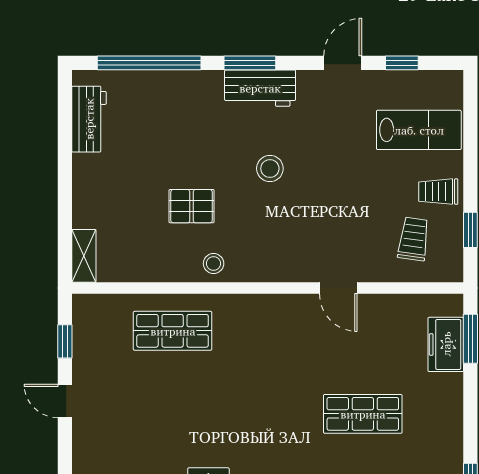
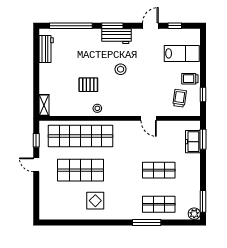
shop shelf: (173, 331) -> (80, 136), width x2.00, depth x1.36
shop shelf: (173, 414) -> (80, 170), added

